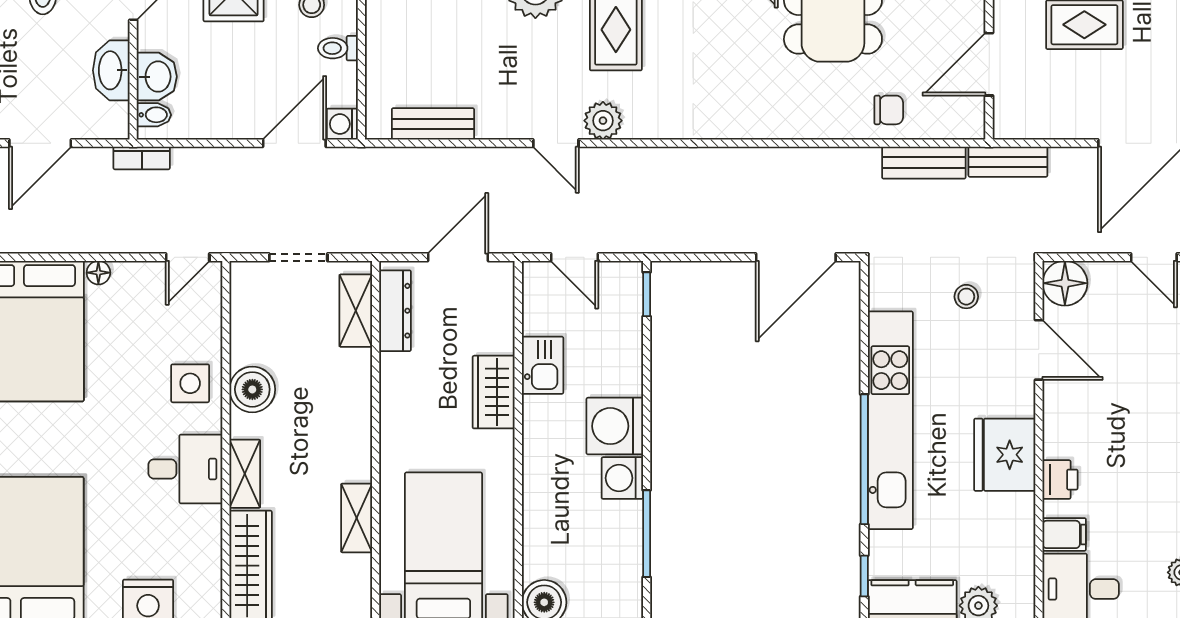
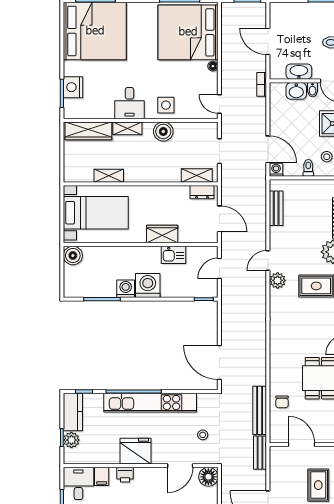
bidet: (154, 115) -> (313, 90), moved
bench: (924, 163) -> (260, 410), width x1.36
dresser: (395, 311) -> (202, 192), width x0.70

